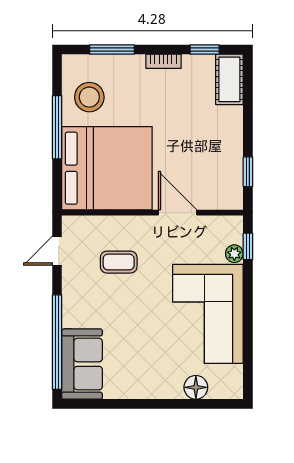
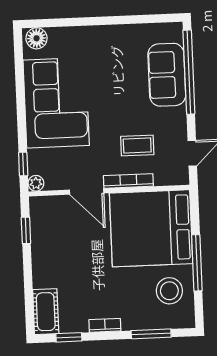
bookcase: (130, 223) -> (128, 181), added
plant: (234, 254) -> (36, 183), moved
sofa: (82, 364) -> (167, 75), moved
floor lamp: (196, 387) -> (37, 38), moved

